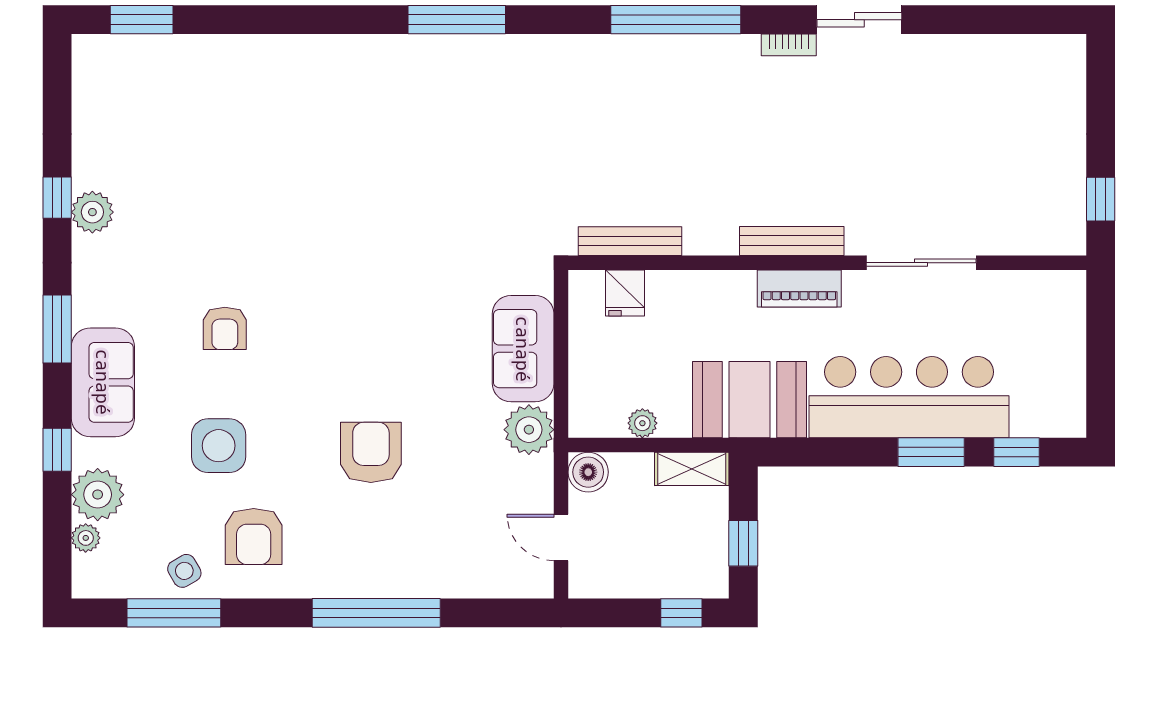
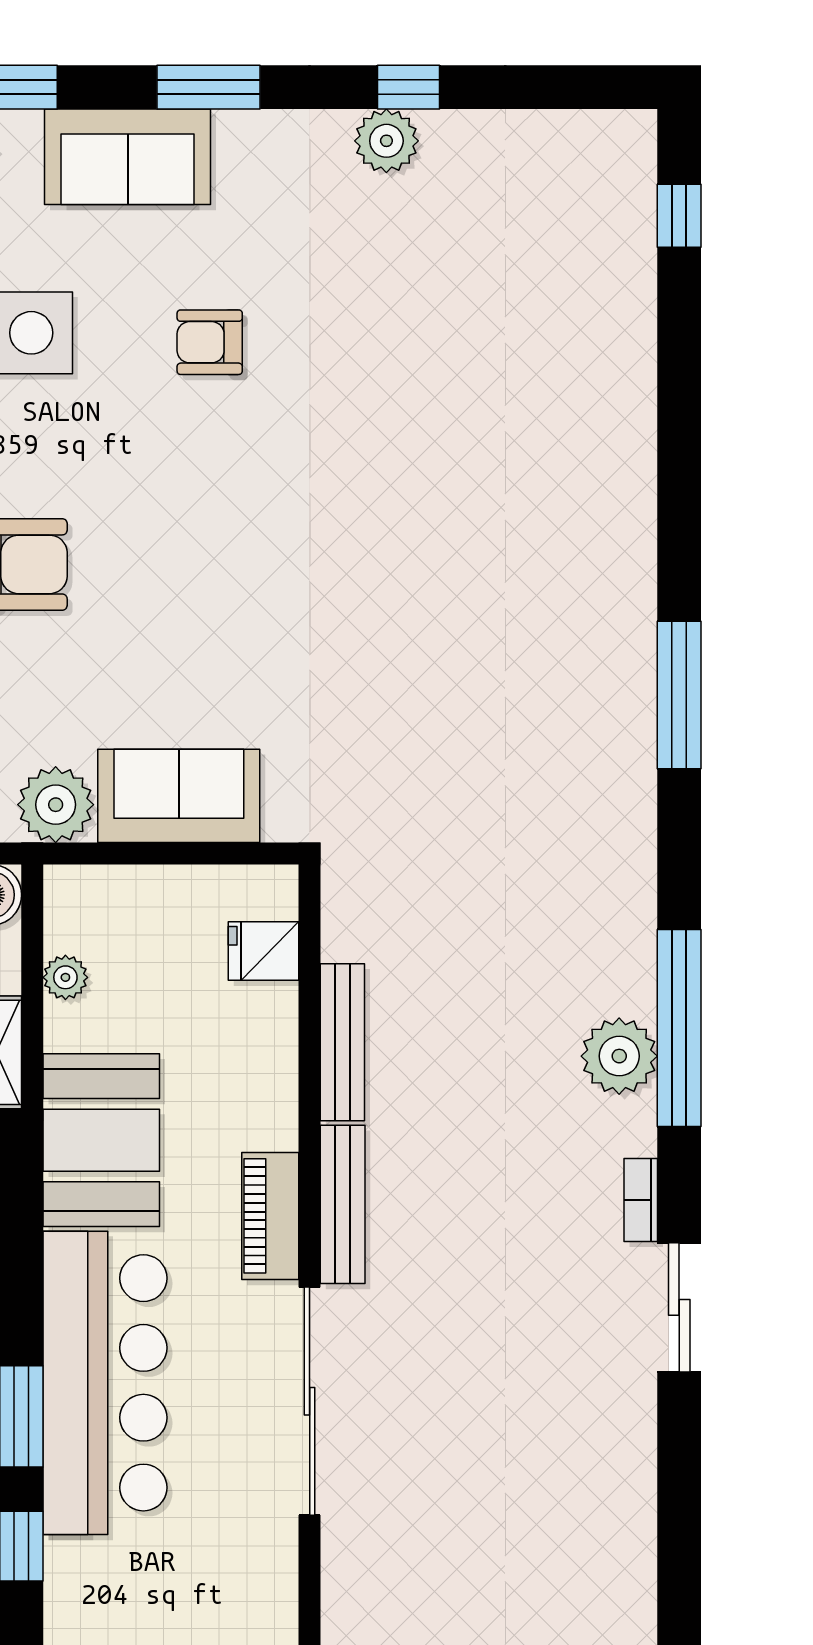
window: (142, 20) -> (679, 216), width x0.67
plant: (694, 59) -> (619, 1056), added
bench: (630, 241) -> (342, 1042), moved
sliding door: (921, 263) -> (310, 1401), width x1.36

